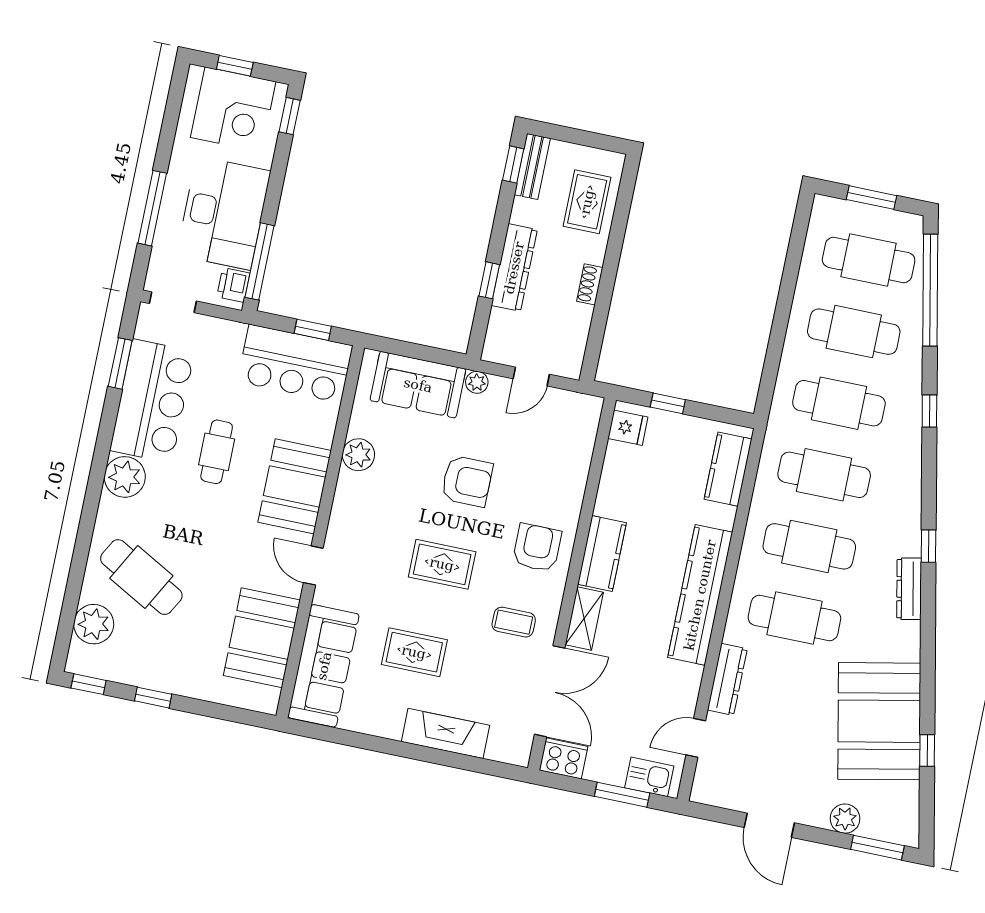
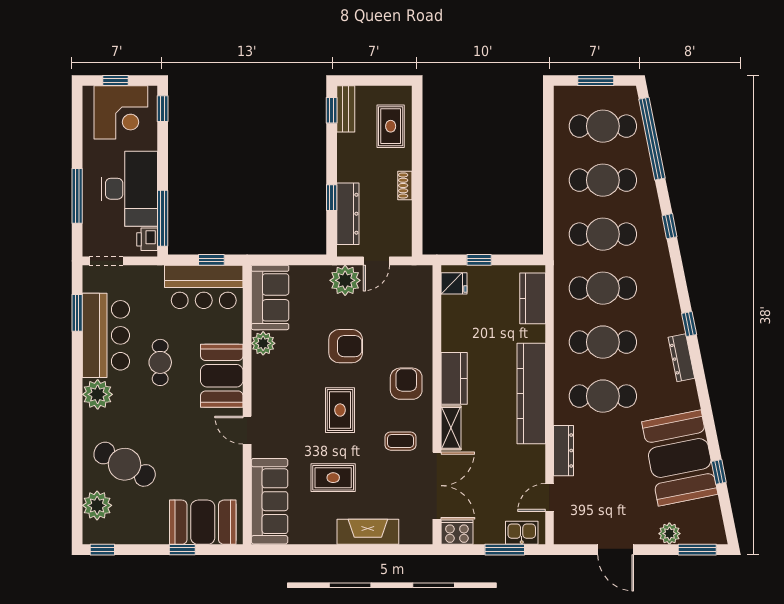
dresser: (514, 268) -> (348, 214), moved
plant: (477, 382) -> (345, 280), width x1.87, depth x1.87
sofa: (418, 385) -> (270, 297), moved, turned -90
rug: (442, 564) -> (340, 410), turned 90
booth: (262, 638) -> (203, 522), moved, turned 90
window: (153, 698) -> (182, 550), moved

